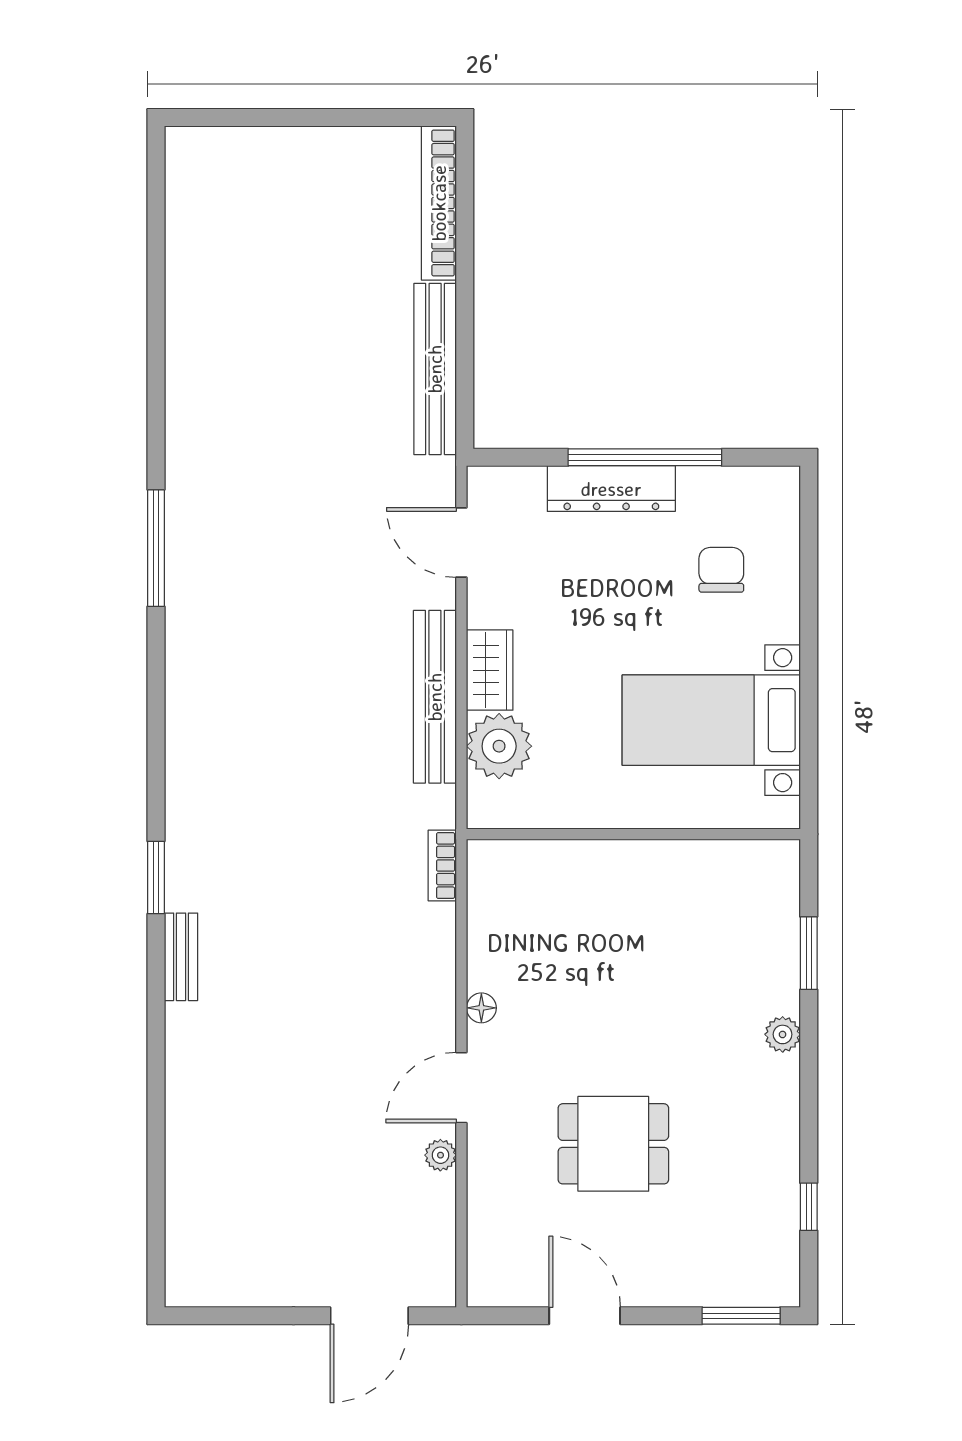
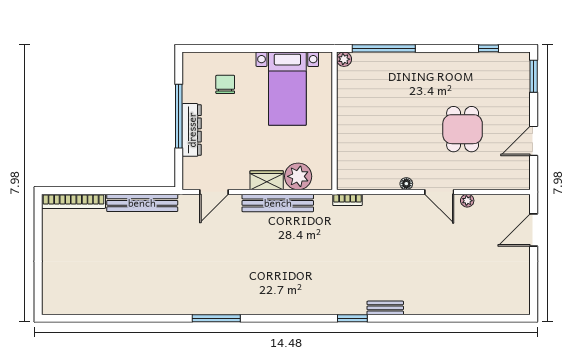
chair: (721, 570) -> (225, 84), turned 90
window: (809, 953) -> (384, 48), width x2.11
plant: (783, 1034) -> (344, 59), moved
door: (369, 1316) -> (534, 230), swing flipped

